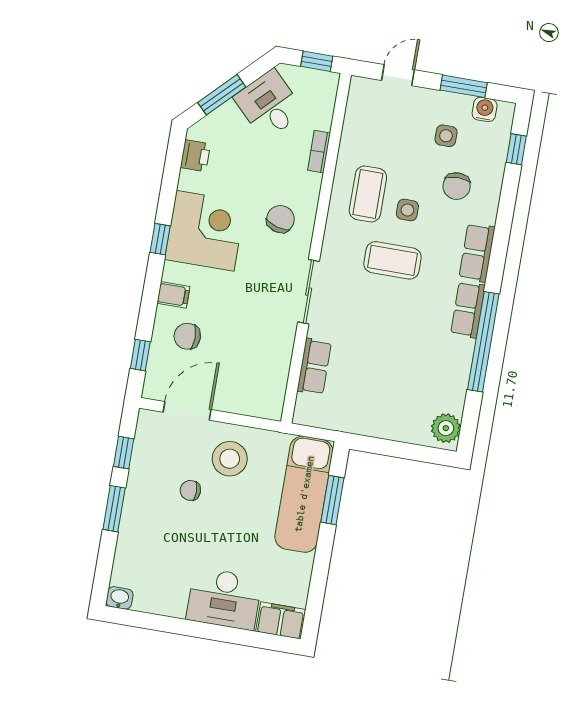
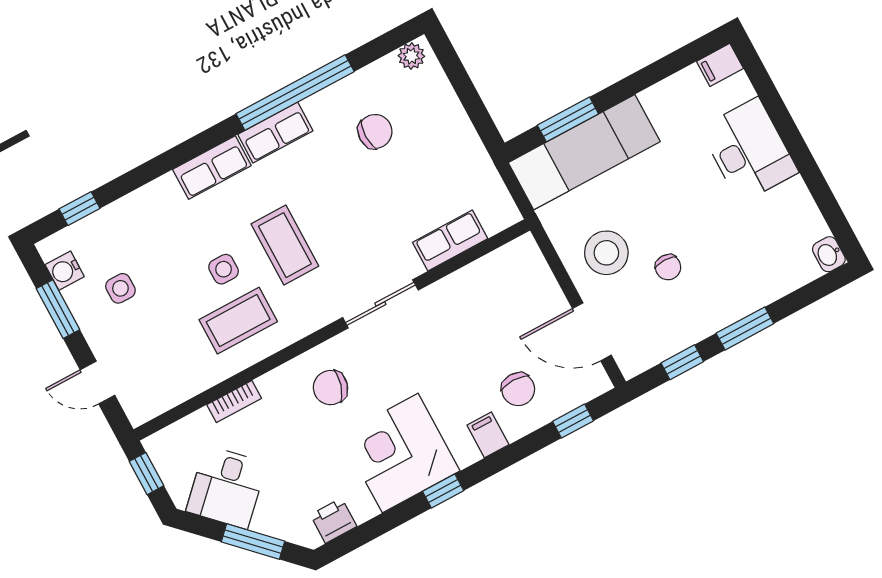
chair: (457, 186) -> (375, 131), moved
plant: (446, 428) -> (411, 56), width x0.73, depth x0.73
filing cabinet: (281, 620) -> (720, 65), width x0.50

